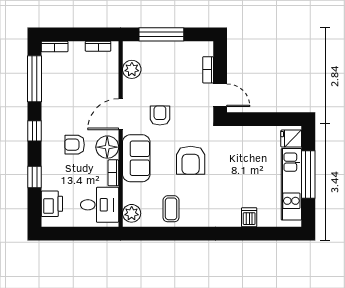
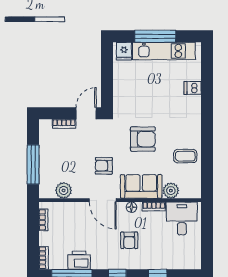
floor lamp: (107, 147) -> (131, 207), width x0.53, depth x0.53
printer: (52, 204) -> (79, 260), moved
plant: (132, 213) -> (171, 191), moved

